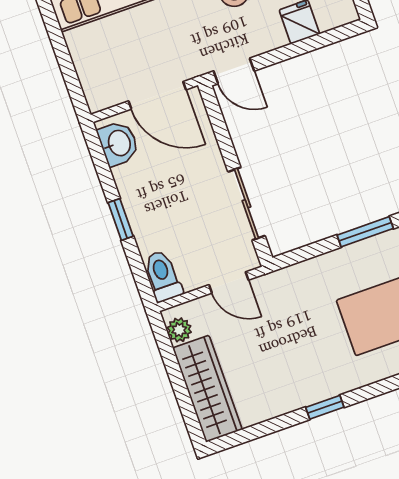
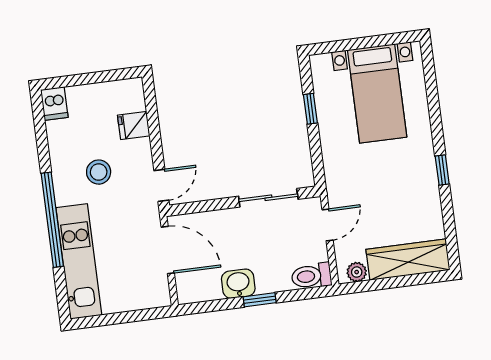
door: (157, 95) -> (168, 250), hinge flipped
washbasin: (118, 143) -> (238, 284), moved
window: (365, 232) -> (310, 109), width x0.67

